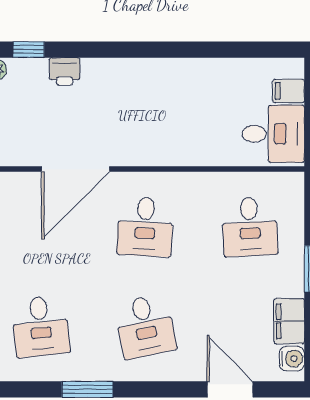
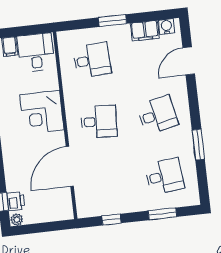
printer: (65, 71) -> (16, 201), moved
corner desk: (172, 132) -> (42, 112), added
door: (75, 169) -> (70, 166), swing flipped

